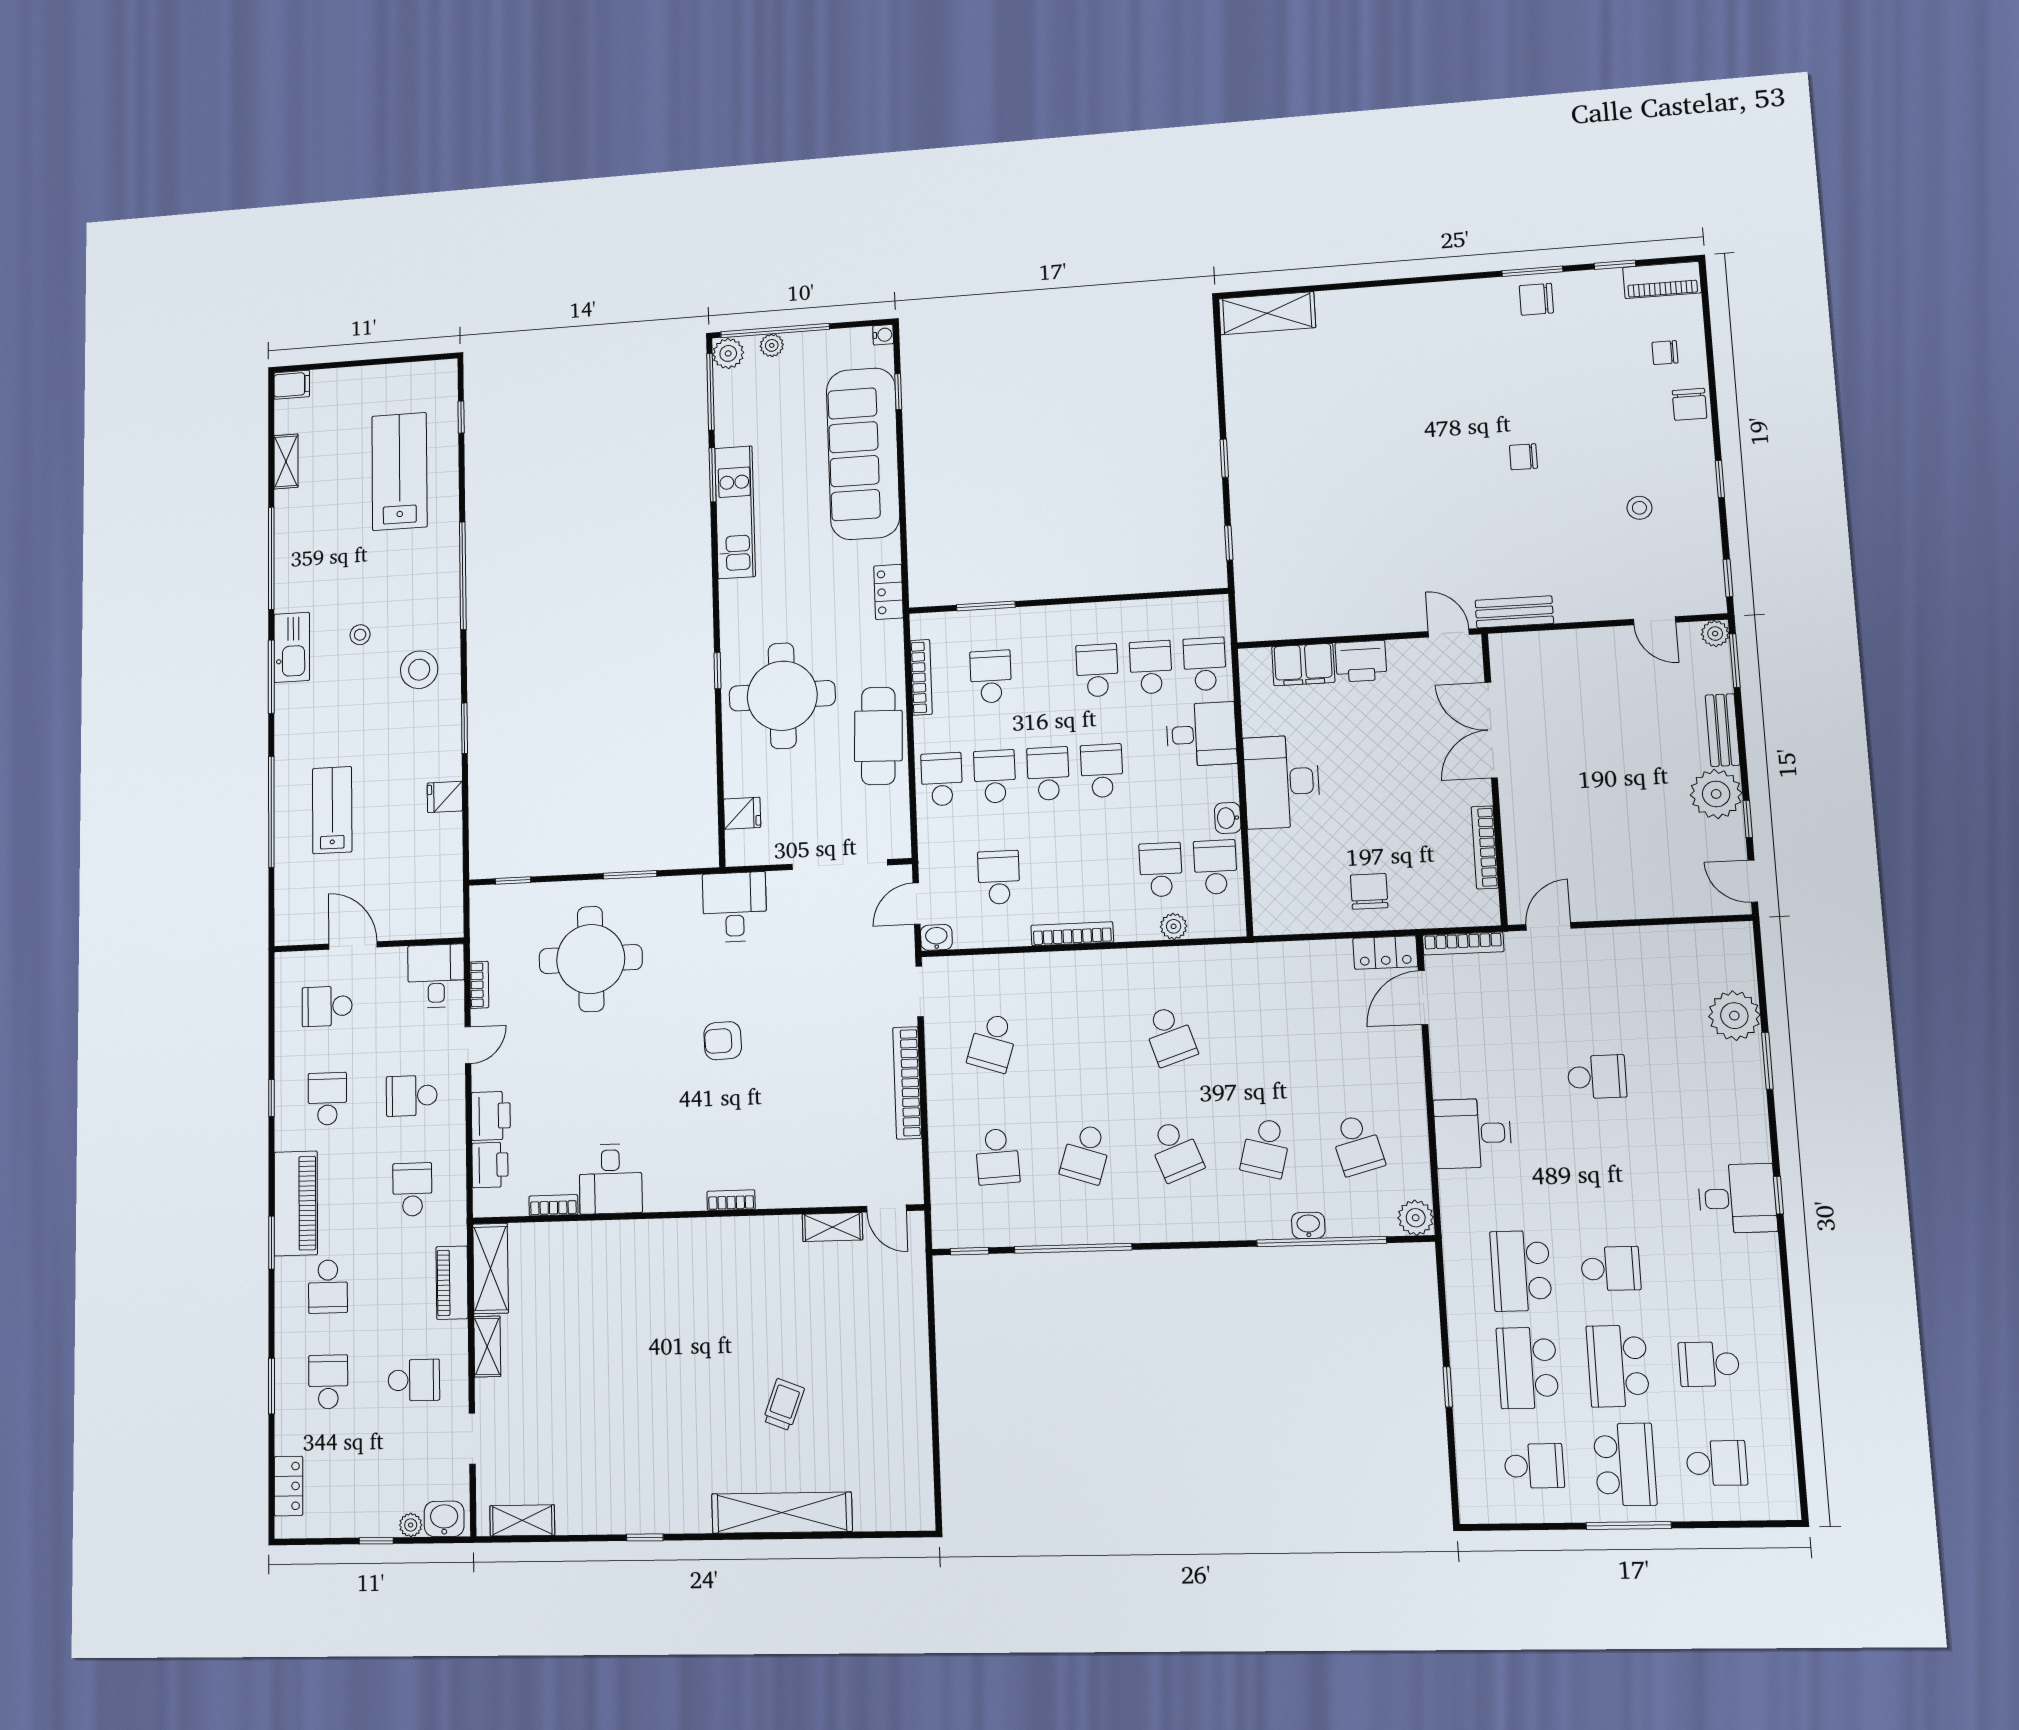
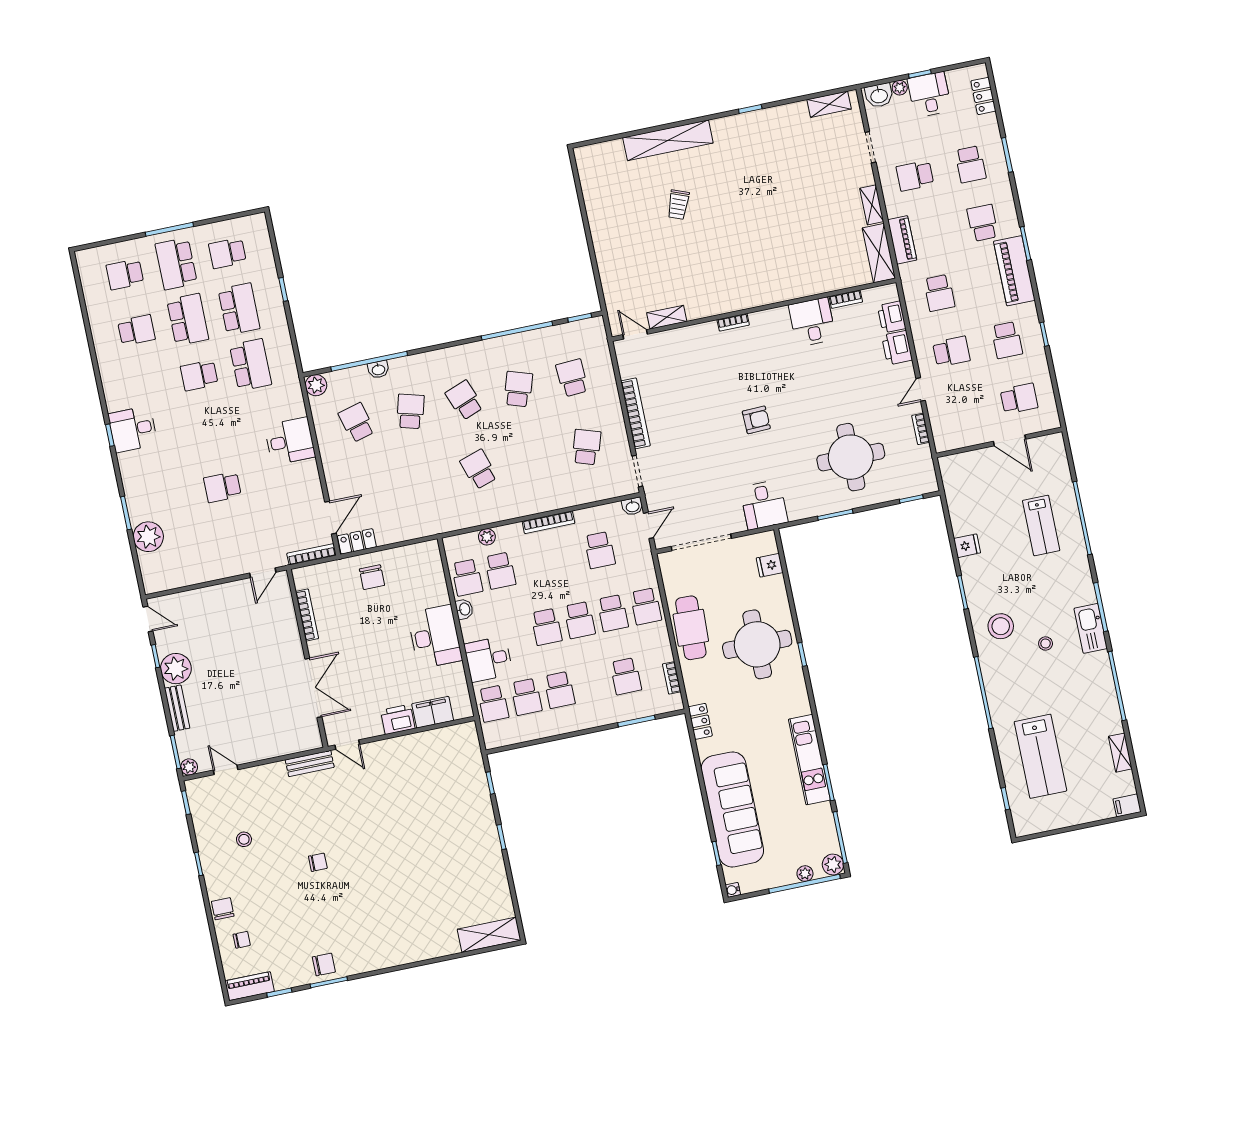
bookcase: (921, 677) -> (672, 678), width x0.64
desk: (436, 976) -> (929, 95), moved, turned 180

